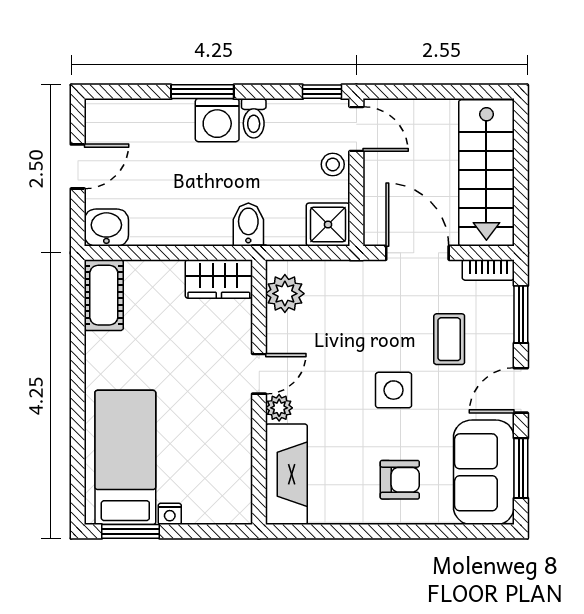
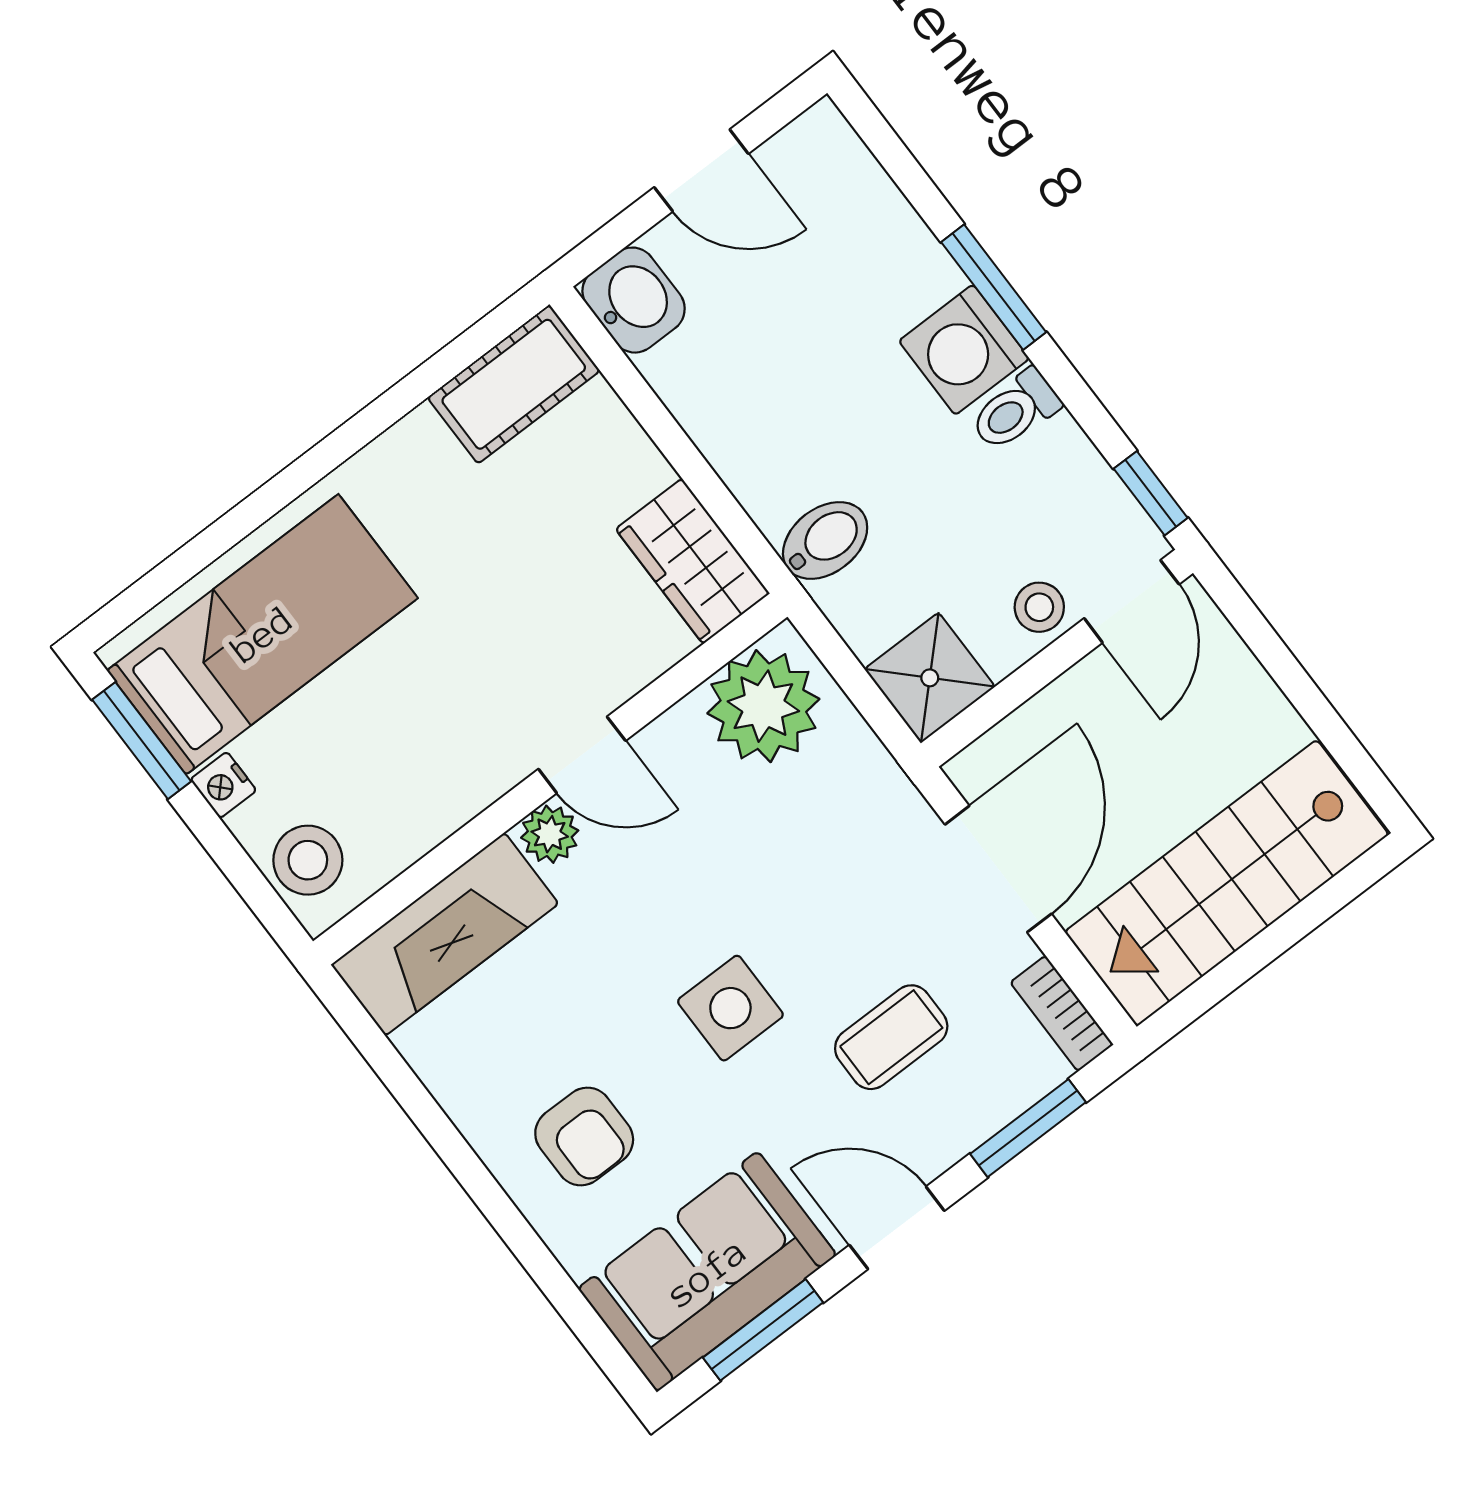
plant: (285, 294) -> (763, 706), width x1.36, depth x1.36
stool: (221, 504) -> (308, 860), added

